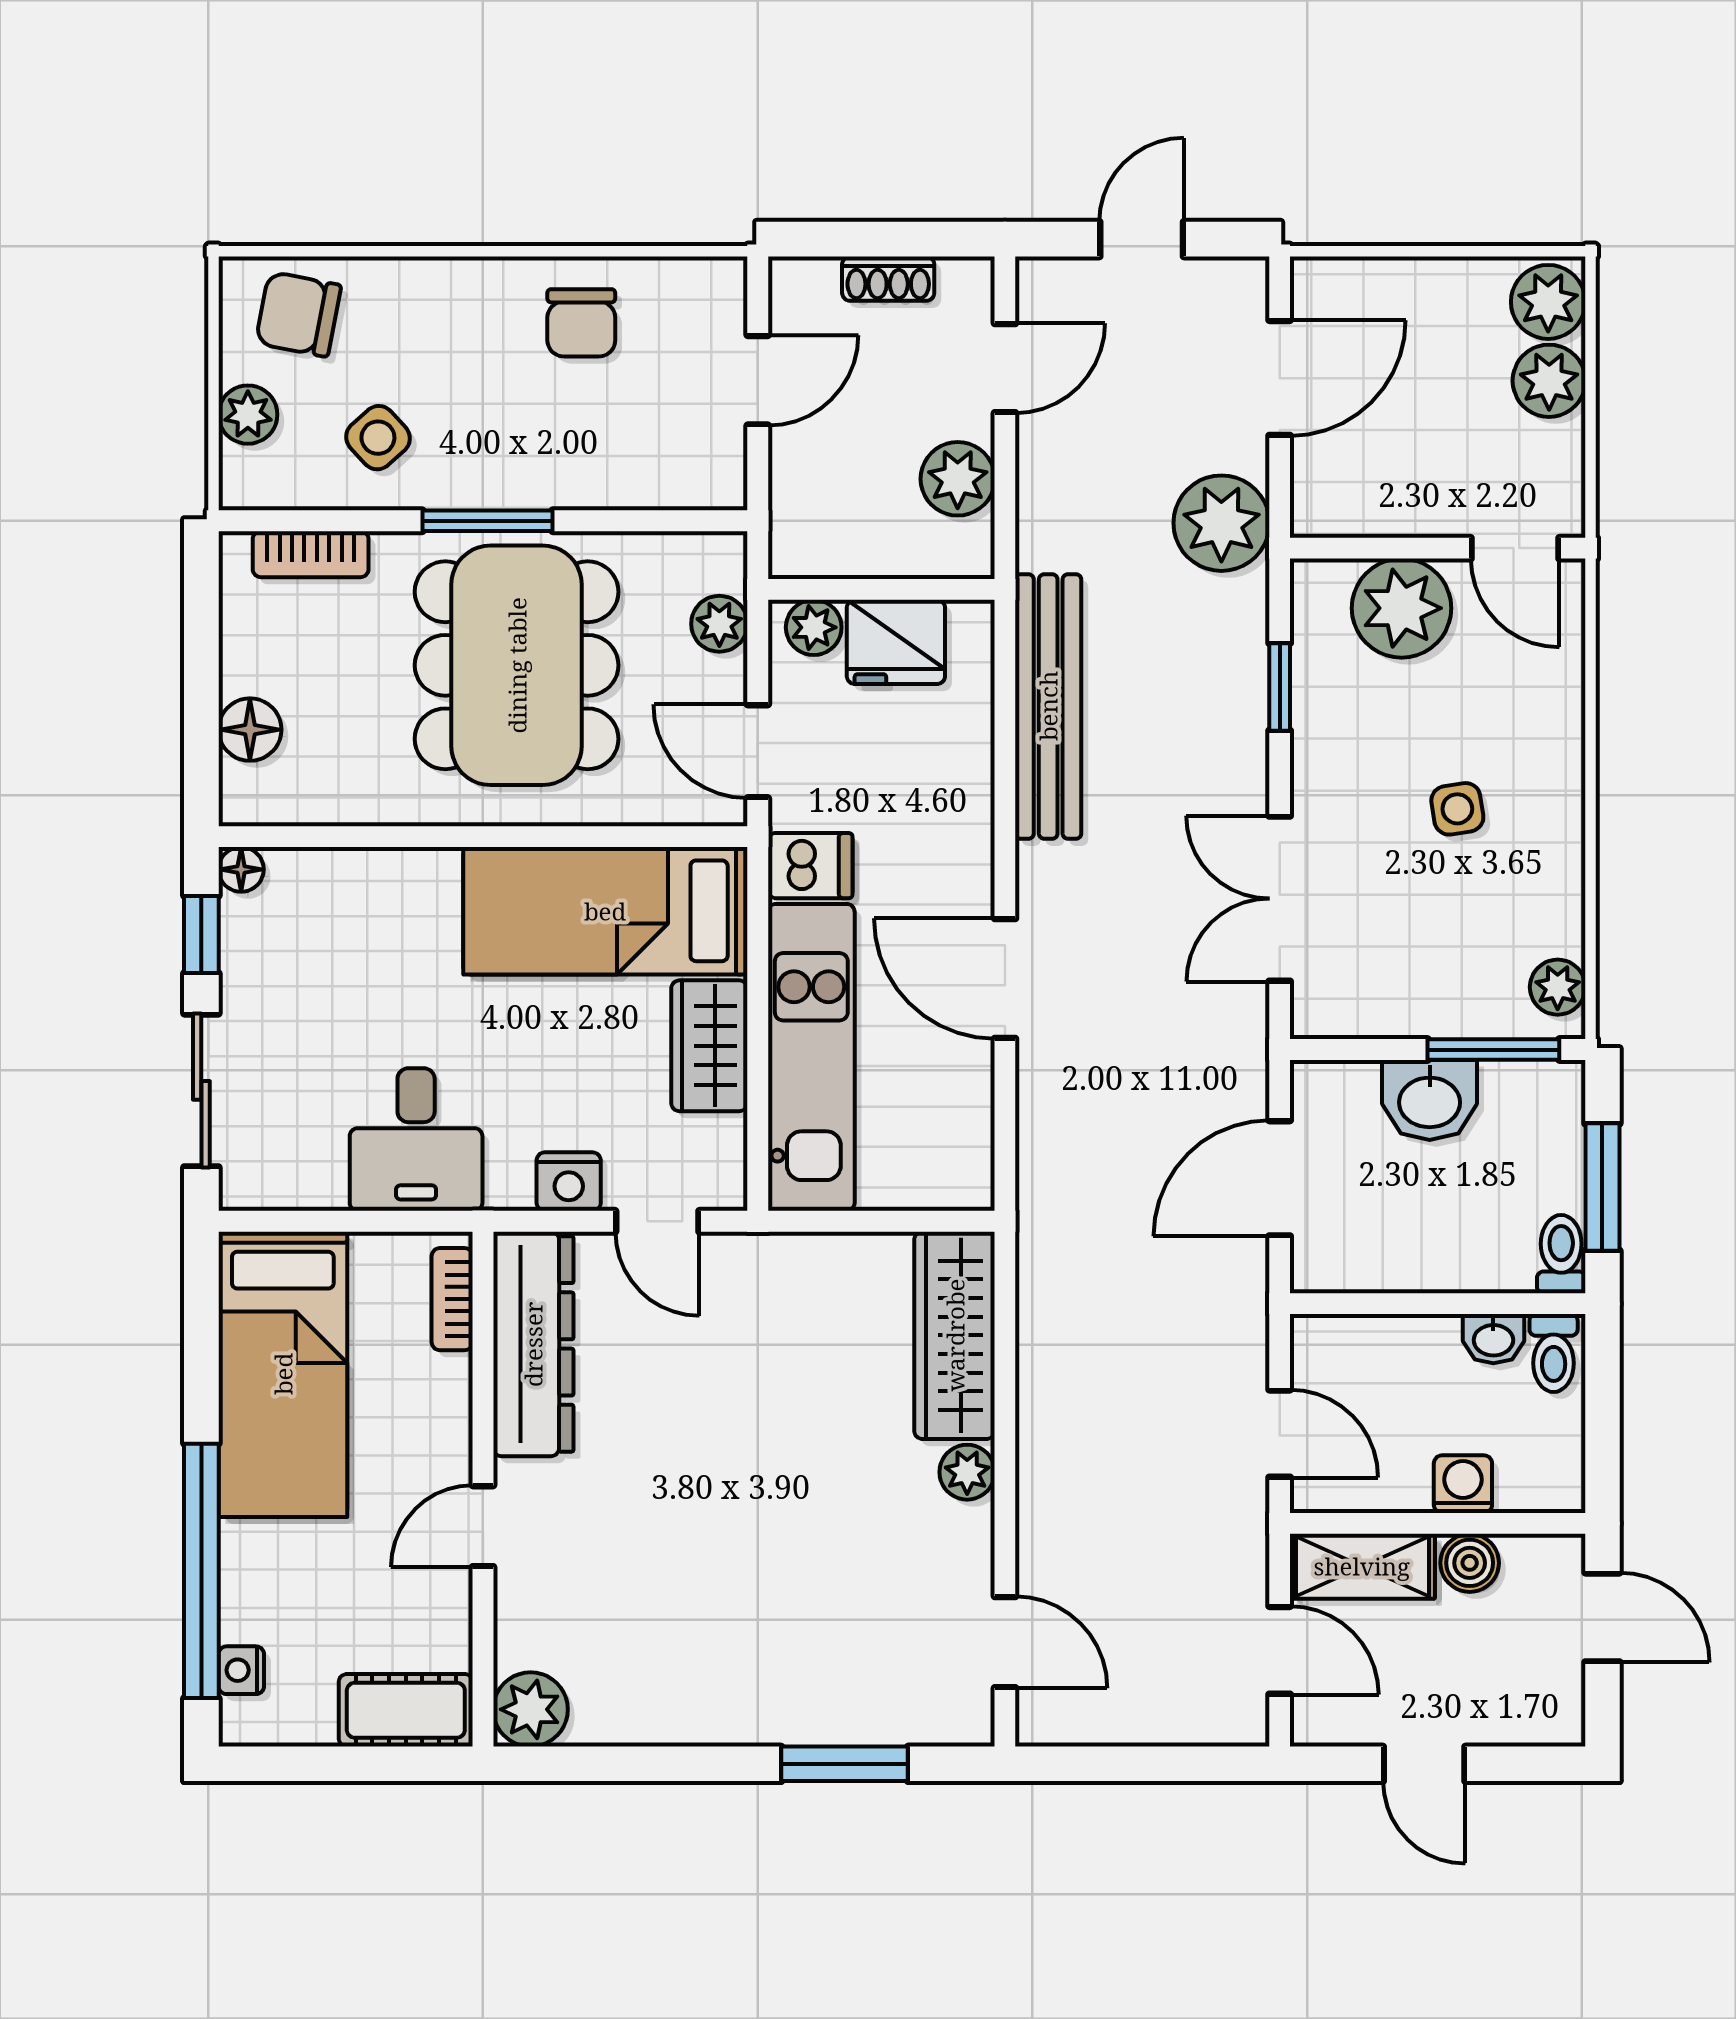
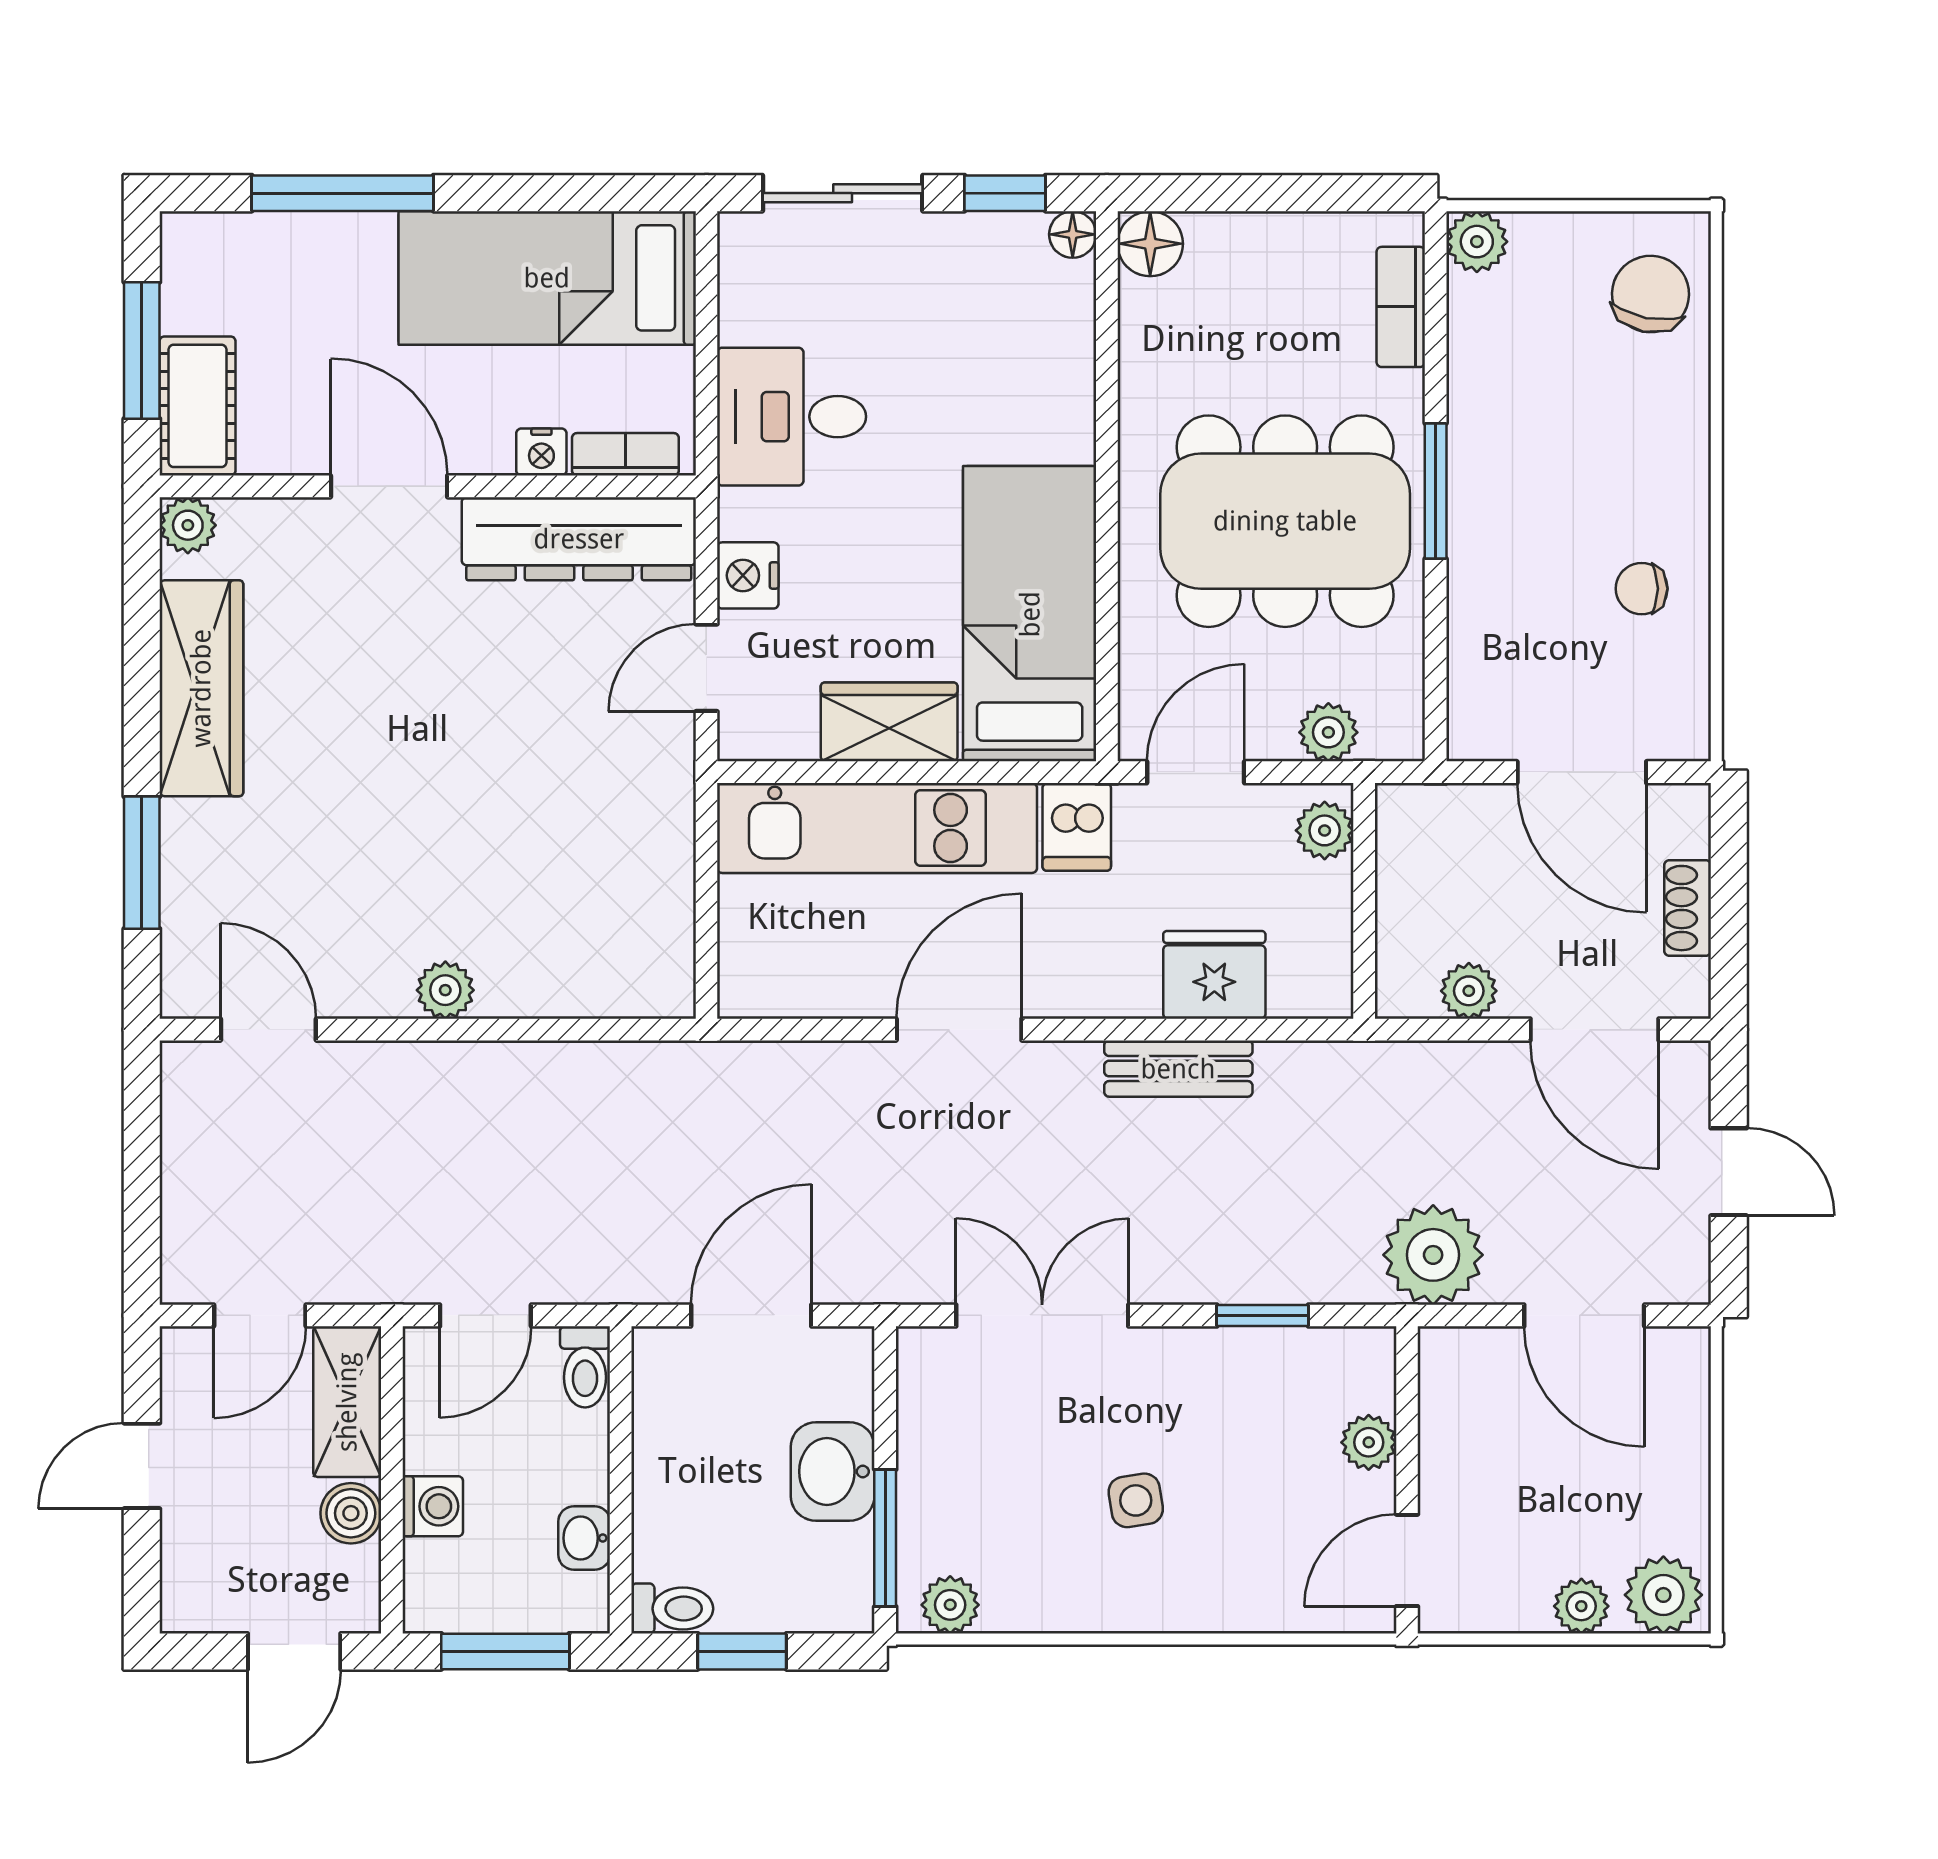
chair: (581, 323) -> (1642, 589), width x0.73, depth x0.73
door: (1005, 368) -> (1594, 1030), width x1.38
door: (758, 380) -> (1582, 772), width x1.37
plant: (1549, 381) -> (1581, 1606), width x0.73, depth x0.73
plant: (248, 415) -> (1477, 242), moved
side table: (378, 438) -> (1522, 377), removed
plant: (958, 479) -> (1469, 991), width x0.73, depth x0.73
plant: (1402, 608) -> (1369, 1442), width x0.53, depth x0.53
fridge: (896, 642) -> (1214, 975), moved, turned 90
bench: (1048, 706) -> (1178, 1069), width x0.54, depth x0.82
floor lamp: (250, 730) -> (1150, 244), moved
door: (1280, 1178) -> (751, 1315), hinge flipped
window: (1602, 1187) -> (742, 1651), width x0.67
wardrobe: (955, 1335) -> (201, 688), moved, turned 90
toilet: (1554, 1353) -> (585, 1367), moved, turned -90
window: (1602, 1415) -> (505, 1651), added
door: (483, 1526) -> (389, 486), width x1.37
window: (201, 1571) -> (343, 193), width x0.68
door: (1005, 1642) -> (268, 1030), swing flipped
nightstand: (241, 1670) -> (541, 452), moved, turned 180
plant: (531, 1709) -> (188, 525), width x0.73, depth x0.73
window: (352, 1764) -> (142, 350), added

